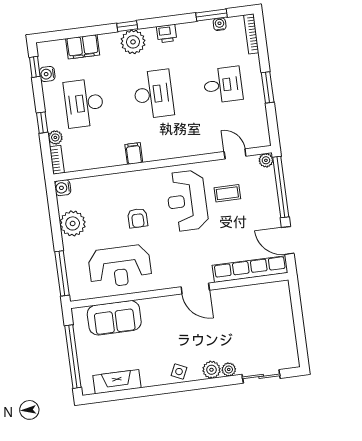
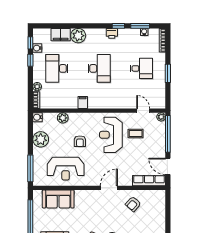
window: (127, 26) -> (118, 26), moved
plant: (133, 42) -> (78, 36), moved
window: (42, 123) -> (30, 60), moved
plant: (104, 183) -> (63, 118), added
row of seats: (250, 269) -> (149, 181), width x0.73
door: (195, 288) -> (109, 188), swing flipped
armchair: (239, 310) -> (133, 204), added

